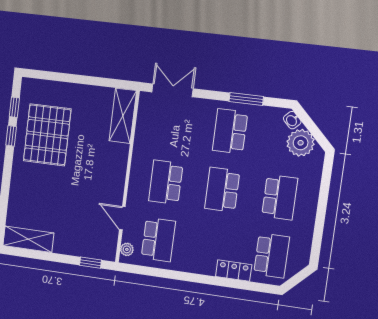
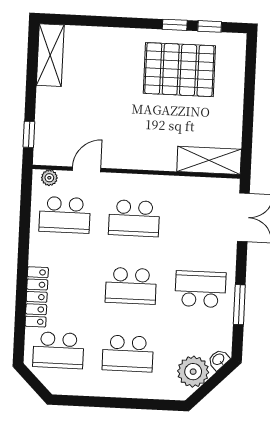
school desk: (166, 182) -> (134, 218), turned 180
school desk: (222, 190) -> (131, 286), turned 180
locker: (234, 271) -> (37, 297), width x1.53

